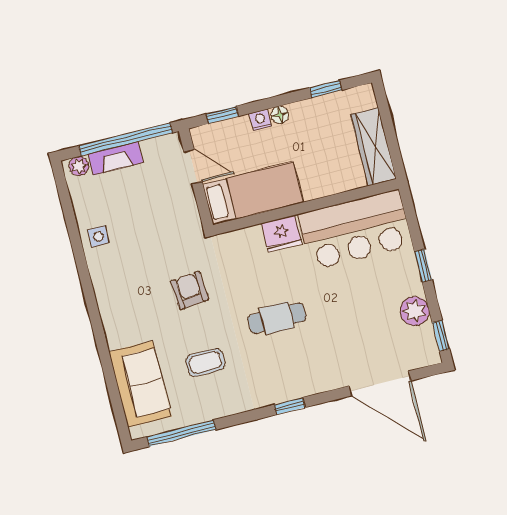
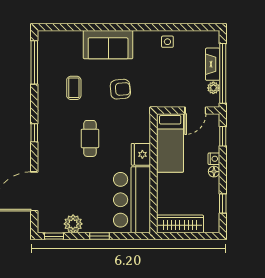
plant: (79, 166) -> (213, 88), moved
sofa: (140, 384) -> (108, 45), moved

